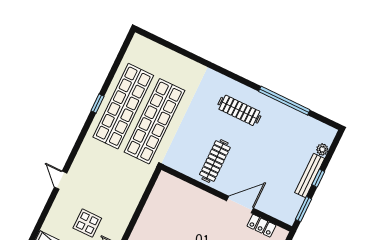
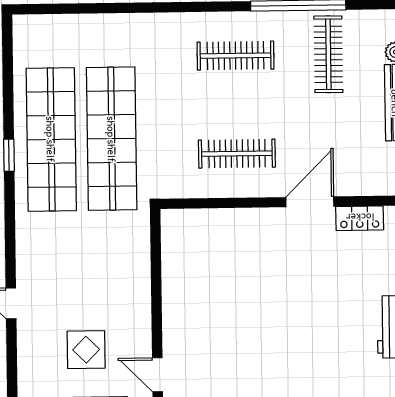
clothes rail: (287, 133) -> (328, 54), added
clothes rail: (215, 161) -> (237, 154), turned 90

